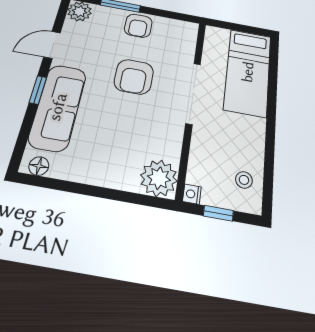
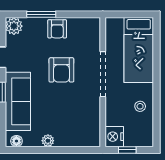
plant: (159, 178) -> (48, 141), moved, width x0.53, depth x0.53
stool: (244, 180) -> (140, 106), moved
nightstand: (192, 194) -> (114, 137), width x1.89, depth x1.79

